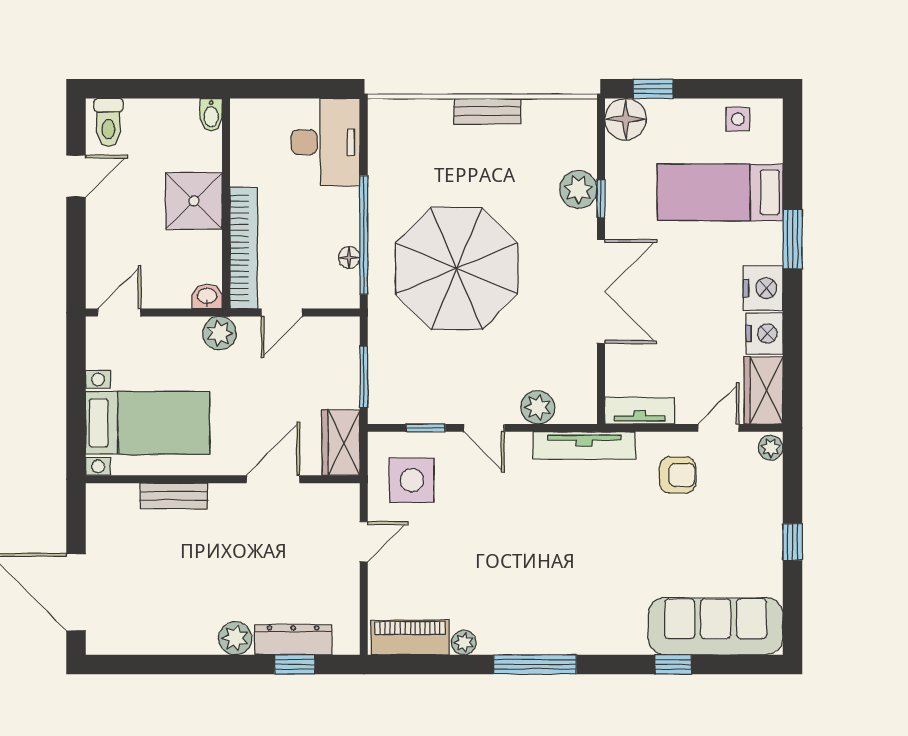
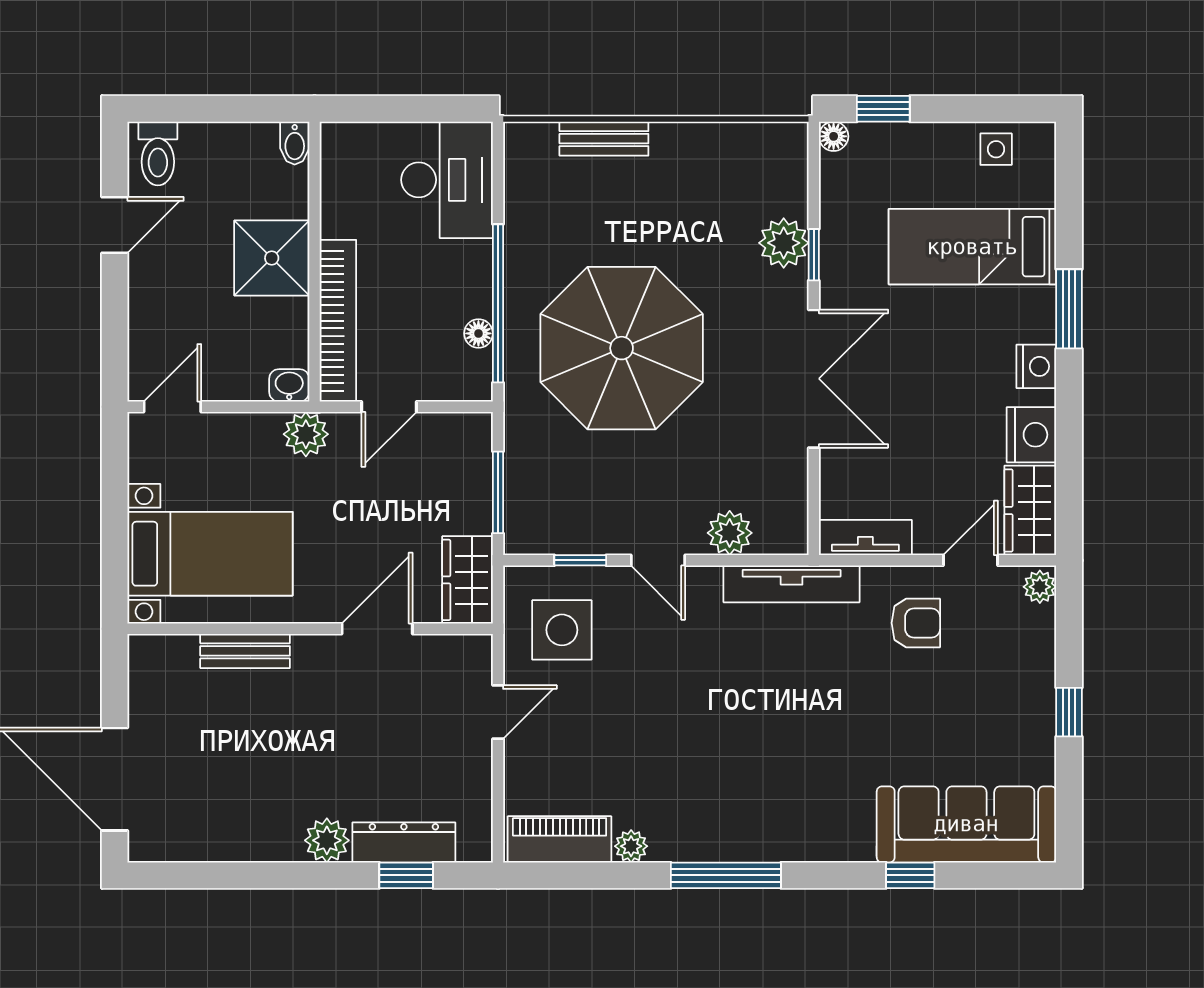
bench: (487, 111) -> (604, 139), moved
floor lamp: (626, 119) -> (834, 136), width x0.53, depth x0.53
nightstand: (763, 288) -> (1036, 366), width x0.74, depth x0.75

